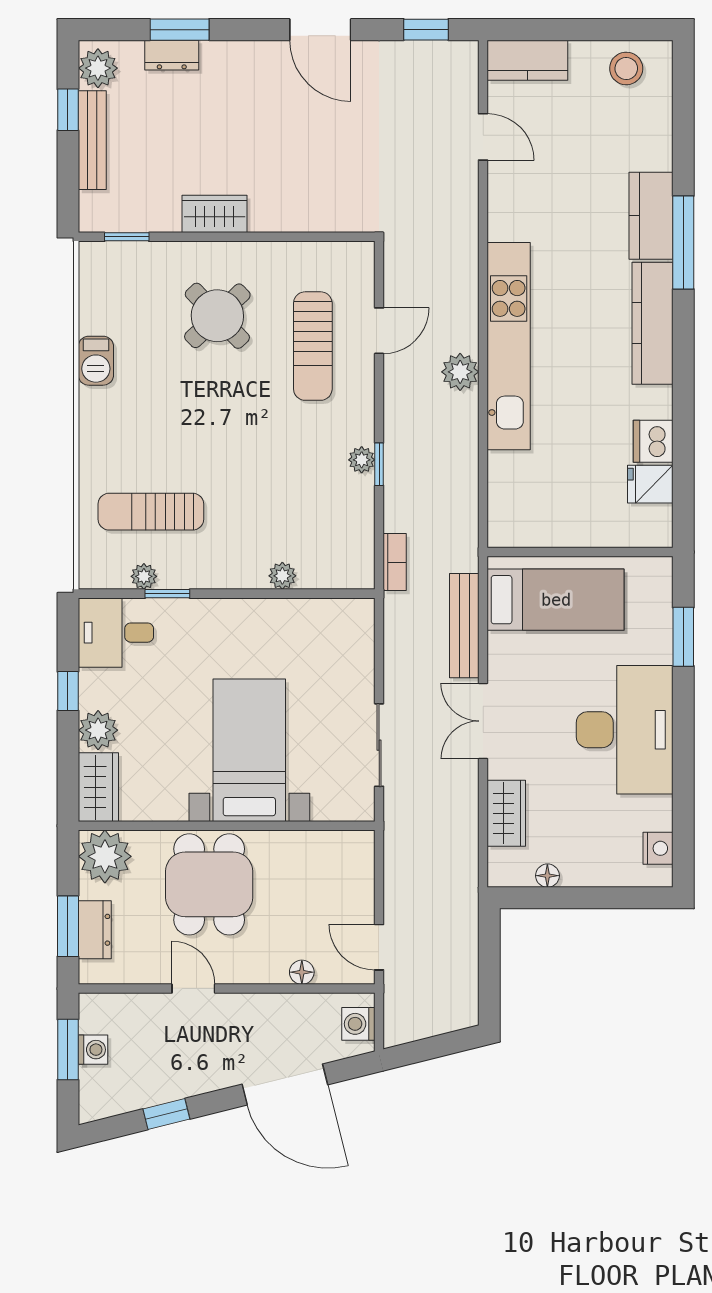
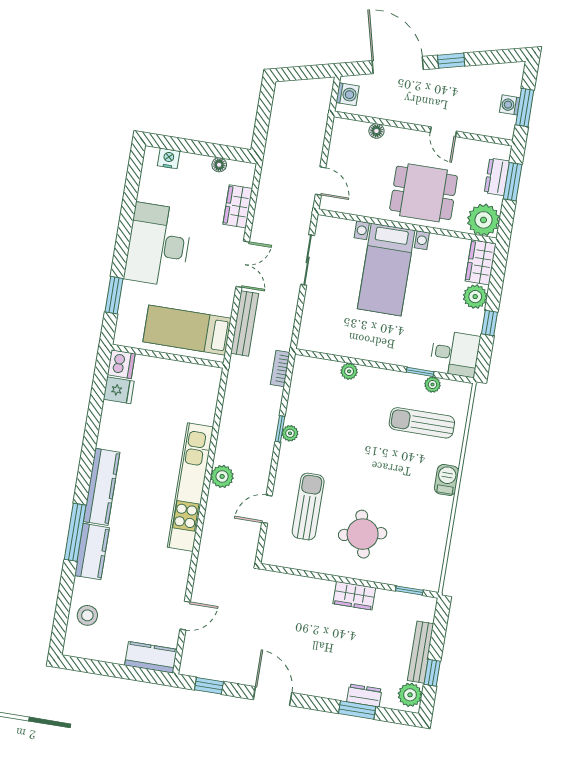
stool: (626, 68) -> (87, 615), moved
door: (483, 137) -> (185, 616), swing flipped
round table: (217, 316) -> (363, 534), turned 32
barbecue: (96, 361) -> (446, 480), moved
dishwasher: (653, 441) -> (121, 364), moved
sun lounger: (151, 512) -> (422, 423), turned 180
nightstand: (658, 848) -> (169, 158), moved, turned 90
dining table: (209, 884) -> (424, 193), turned 90
door: (379, 947) -> (321, 181), moved
window: (166, 1114) -> (451, 61), moved

